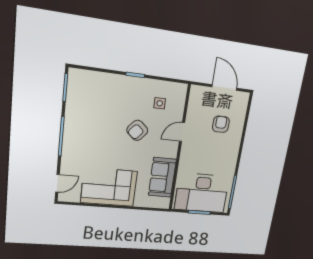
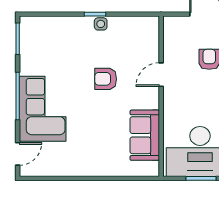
side table: (160, 103) -> (101, 24), moved
armchair: (137, 130) -> (106, 79), turned 49
corner sofa: (109, 187) -> (43, 109), moved, turned 90

